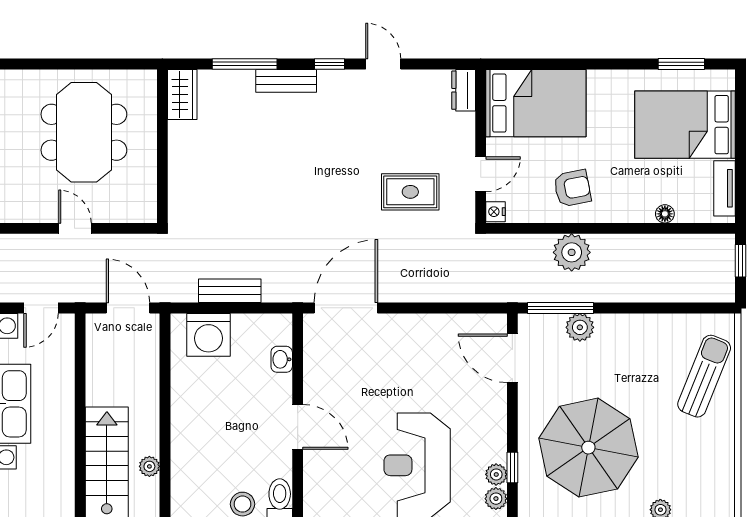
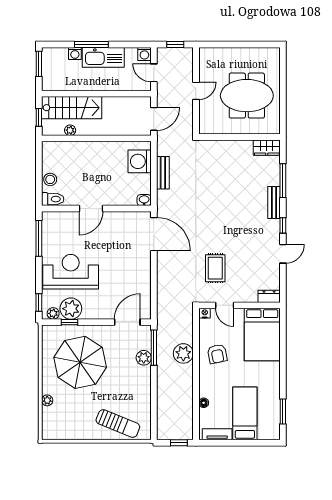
bed: (685, 125) -> (245, 413), width x0.67
washbasin: (282, 359) -> (144, 200), moved
plant: (496, 474) -> (71, 309), width x1.88, depth x1.88

